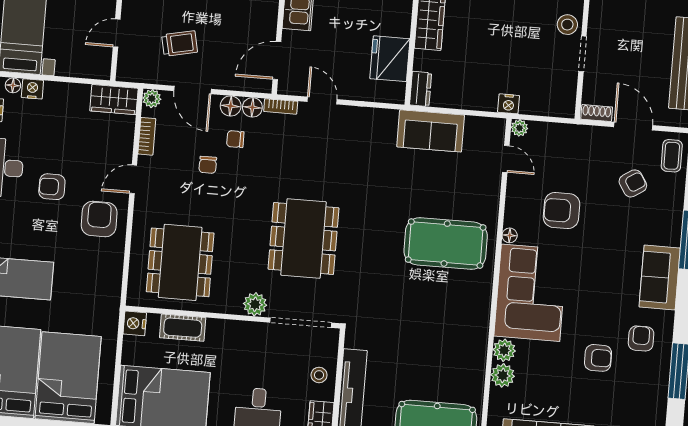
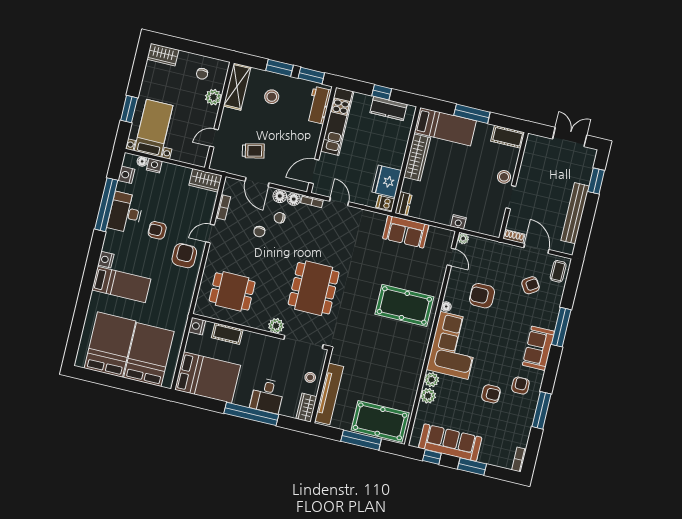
dishwasher: (393, 92) -> (385, 203), added
plant: (152, 99) -> (230, 183), removed
dining table: (180, 262) -> (232, 291), width x0.73

